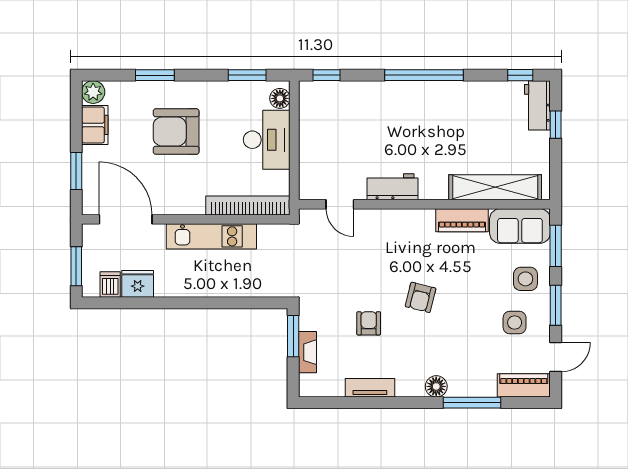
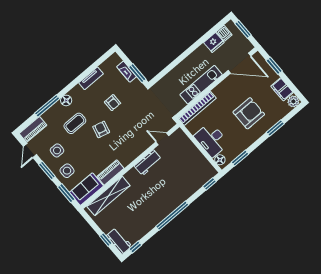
coffee table: (452, 340) -> (75, 123), added

